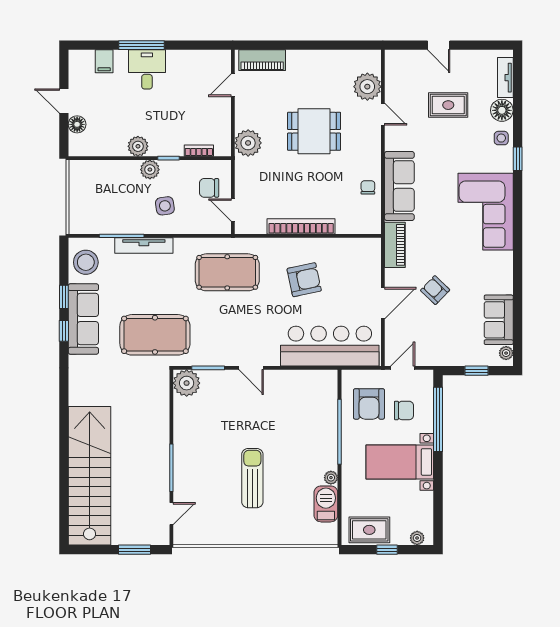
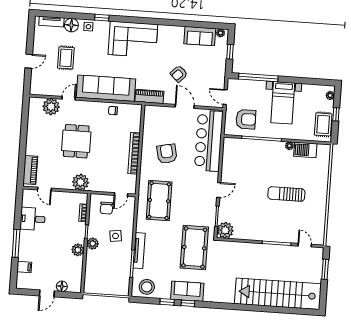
desk: (147, 69) -> (33, 219), moved
sofa: (399, 186) -> (106, 88), width x1.36, depth x1.27
sofa: (83, 319) -> (187, 291), width x0.73
chair: (404, 410) -> (251, 98), removed

